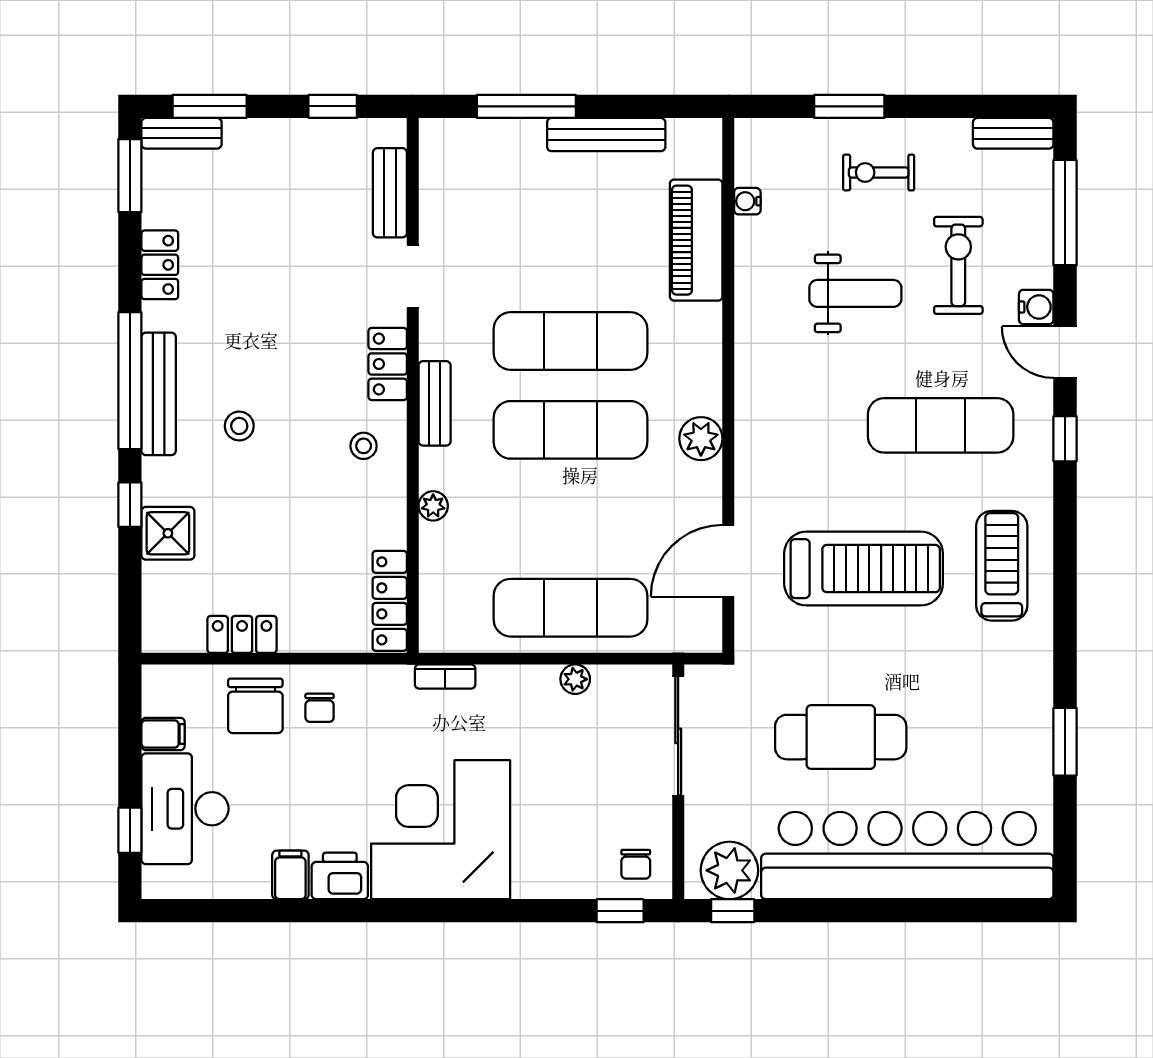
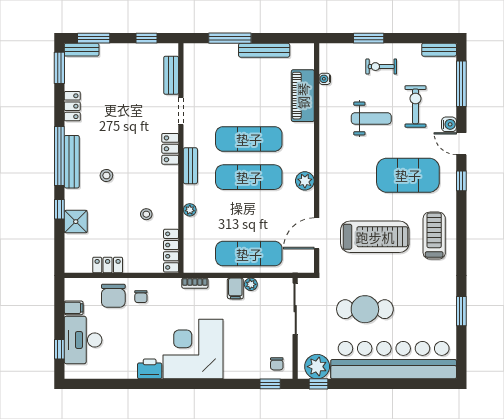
exercise mat: (941, 425) -> (408, 175), width x1.47
stool: (364, 446) -> (146, 214), moved
filing cabinet: (290, 875) -> (235, 288), moved, turned 180

